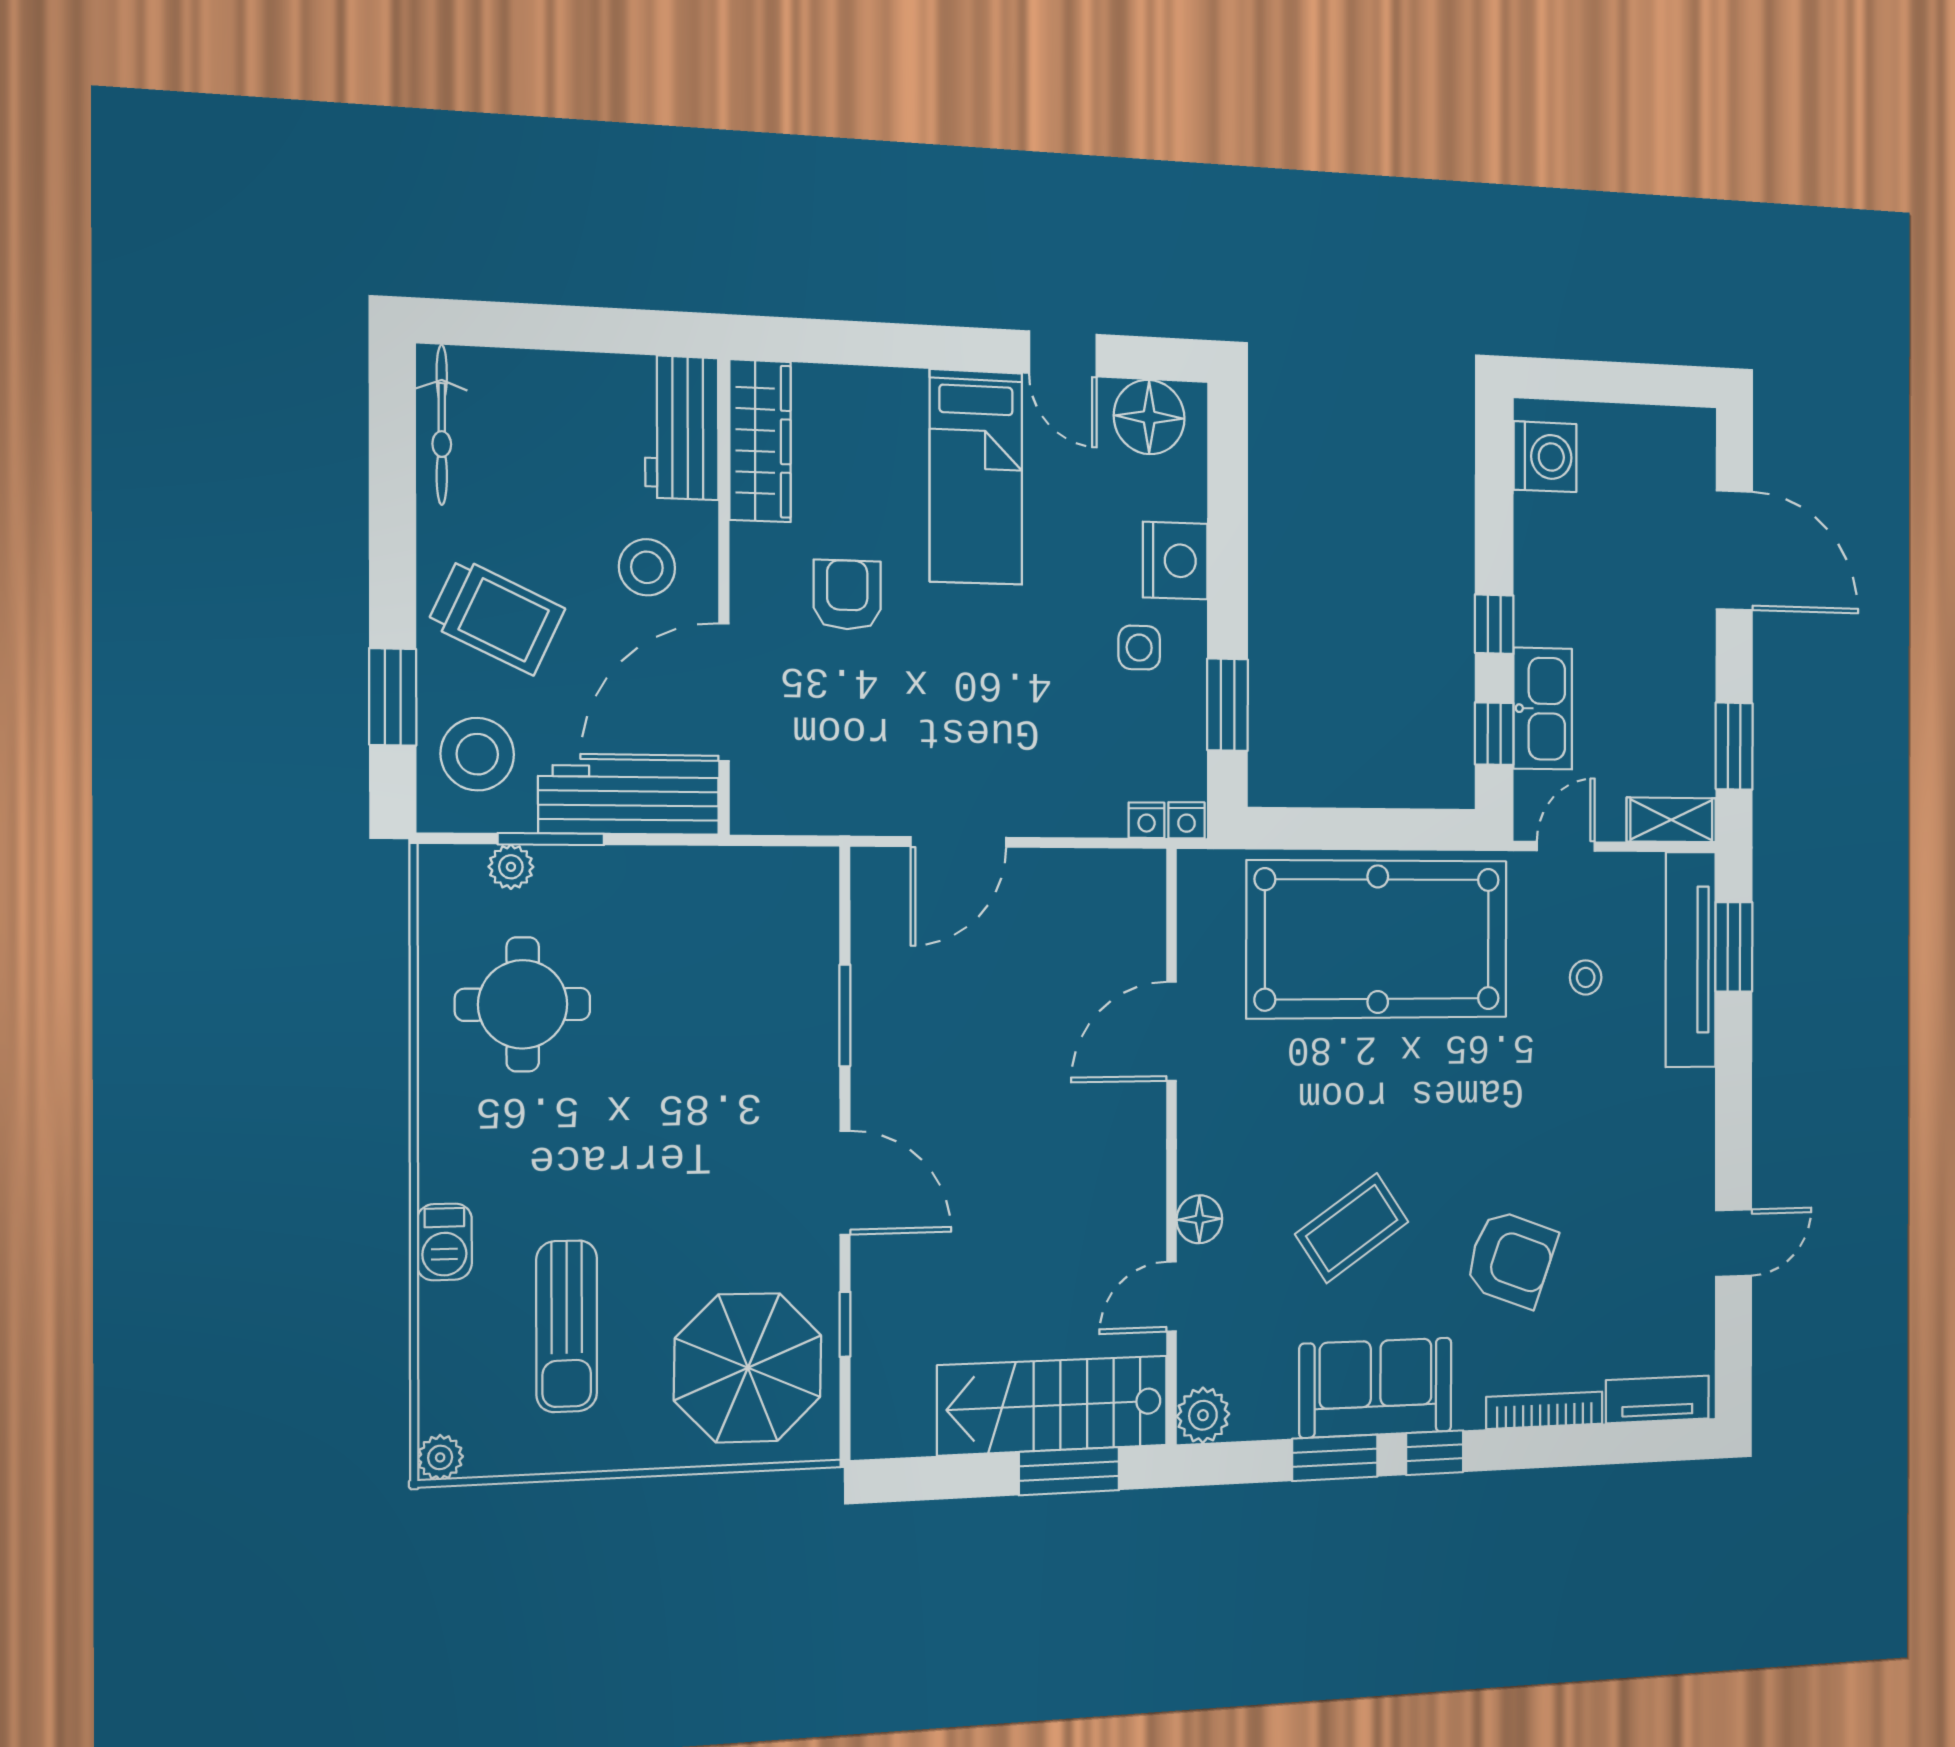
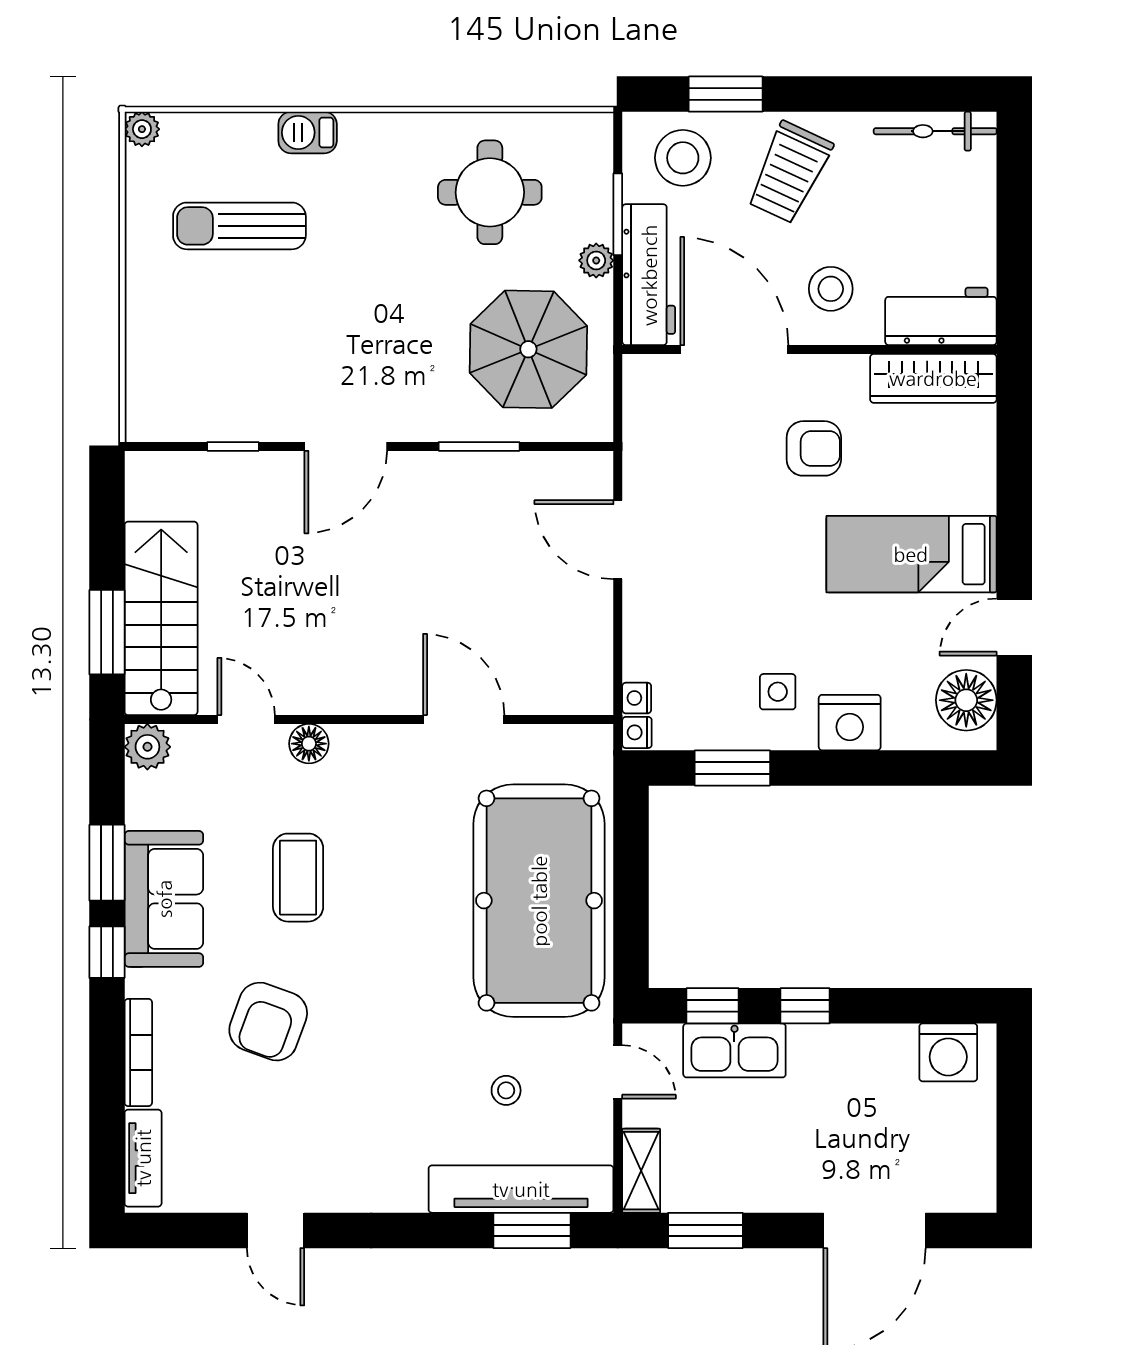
plant: (511, 867) -> (596, 260), moved
coffee table: (1352, 1228) -> (298, 878), turned 34
parasol: (748, 1368) -> (528, 349), moved

